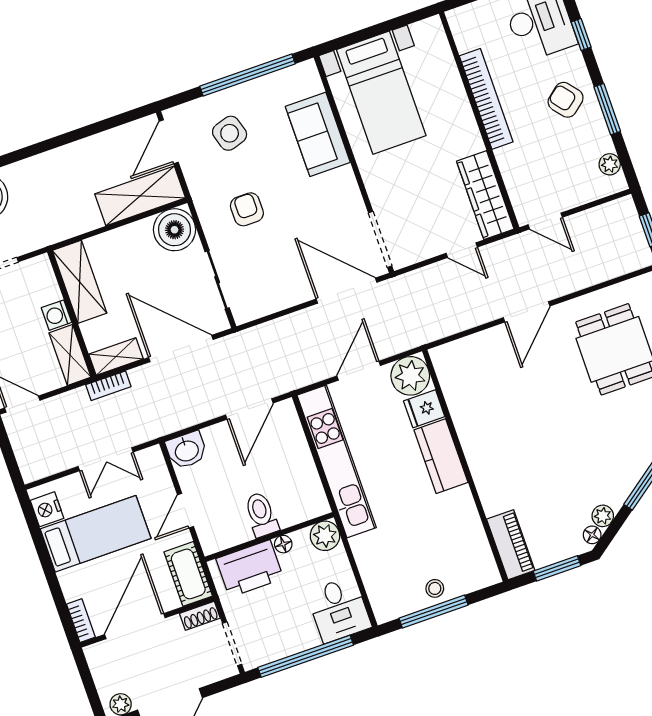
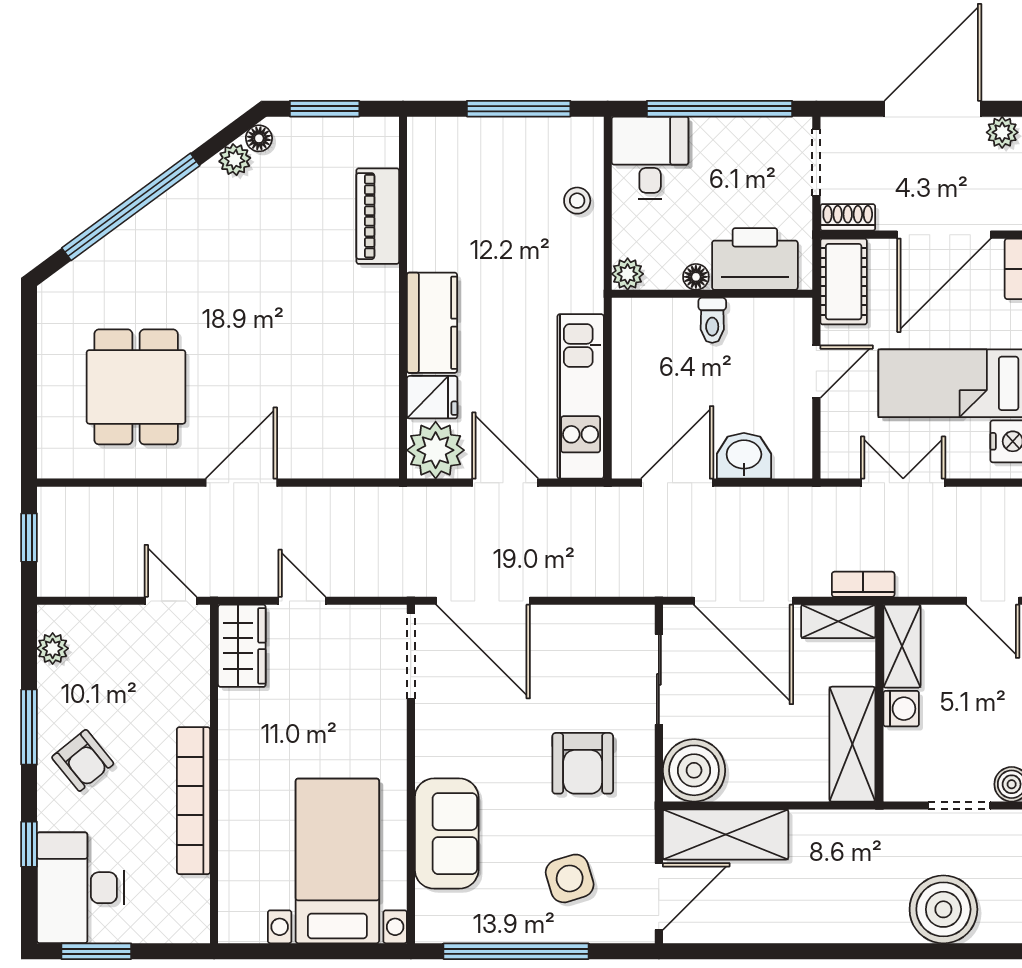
wardrobe: (485, 195) -> (242, 646), width x0.67
armchair: (247, 209) -> (583, 763), width x1.38, depth x1.38
door: (359, 371) -> (505, 483), swing flipped
washbasin: (187, 450) -> (744, 456), moved
kitchen unit: (337, 461) -> (581, 396), width x0.73
toilet: (261, 515) -> (712, 320), width x0.73, depth x0.72
plant: (325, 536) -> (628, 274), width x0.73, depth x0.73
piano: (511, 545) -> (378, 216), moved
stool: (435, 588) -> (577, 201), moved

